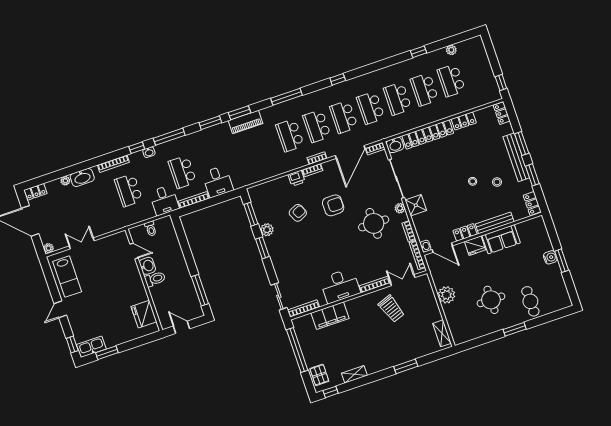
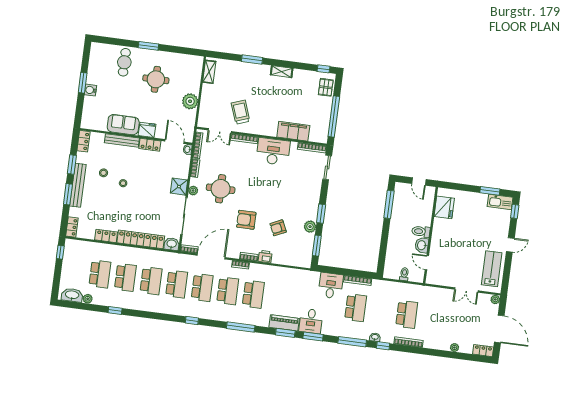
washbasin: (82, 177) -> (72, 295), moved
desk: (164, 200) -> (311, 321), moved, turned 180
shelving: (354, 374) -> (282, 72), moved

